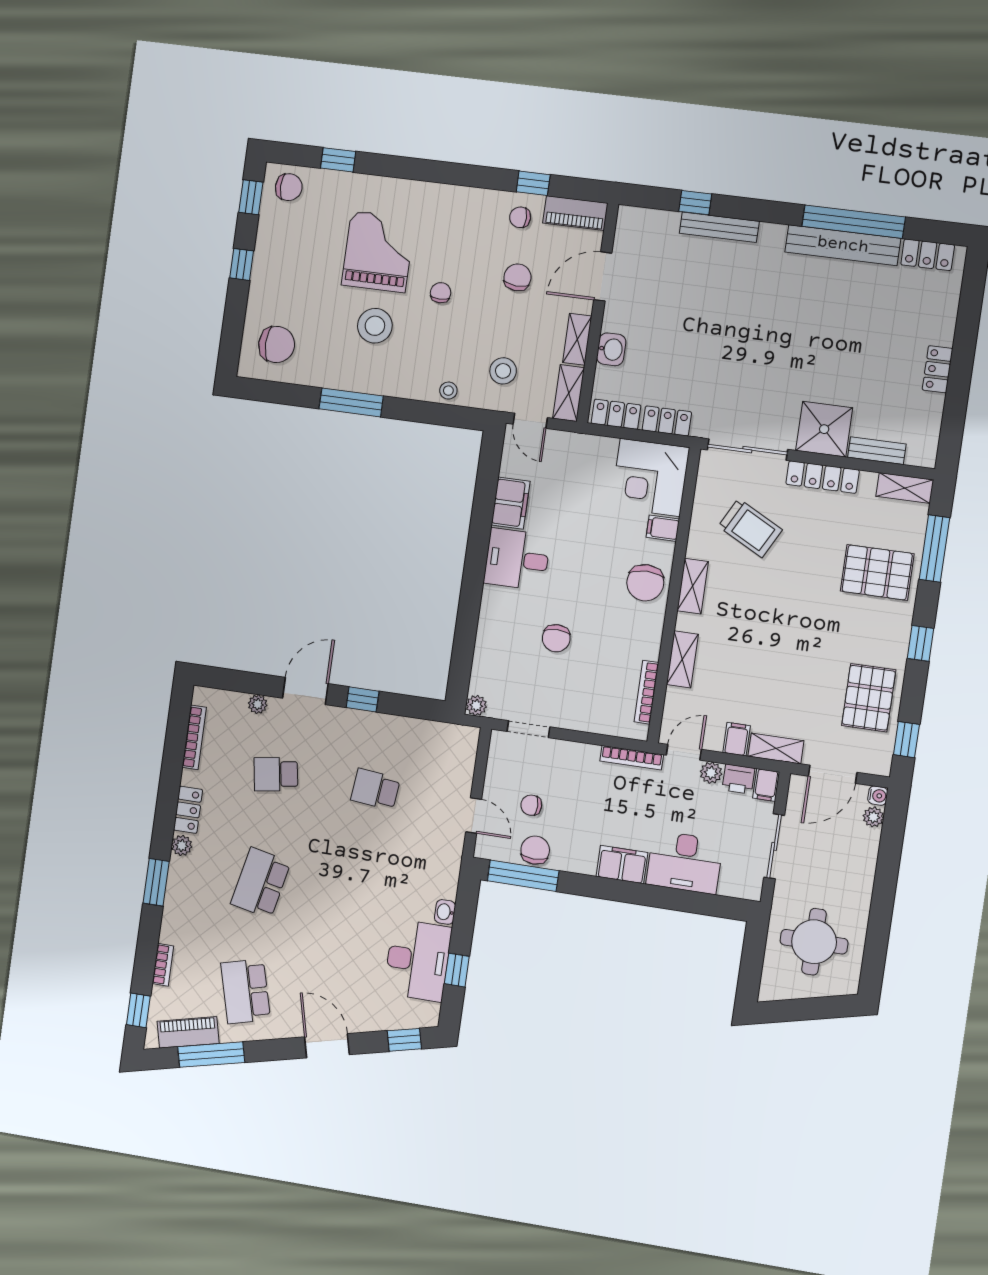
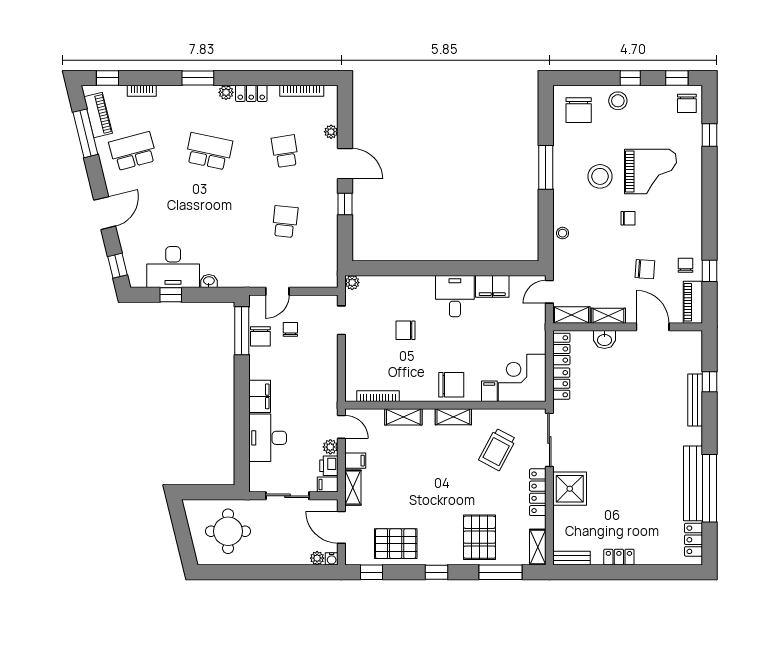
stool: (503, 371) -> (618, 101), moved
bench: (877, 451) -> (572, 558), moved, turned 90
chair: (645, 583) -> (451, 385), turned 180
bookcase: (632, 758) -> (332, 392), removed
chair: (535, 850) -> (260, 336), turned 90

